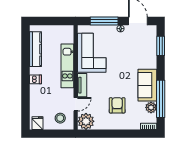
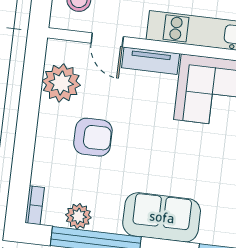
sofa: (147, 85) -> (162, 217), moved
plant: (86, 121) -> (61, 83), moved

